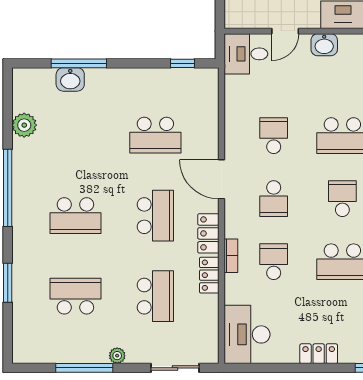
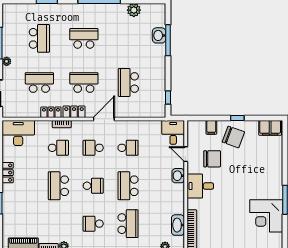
school desk: (75, 216) -> (84, 38), turned 90
school desk: (155, 216) -> (84, 82), turned 180
school desk: (155, 296) -> (39, 82), turned 180

